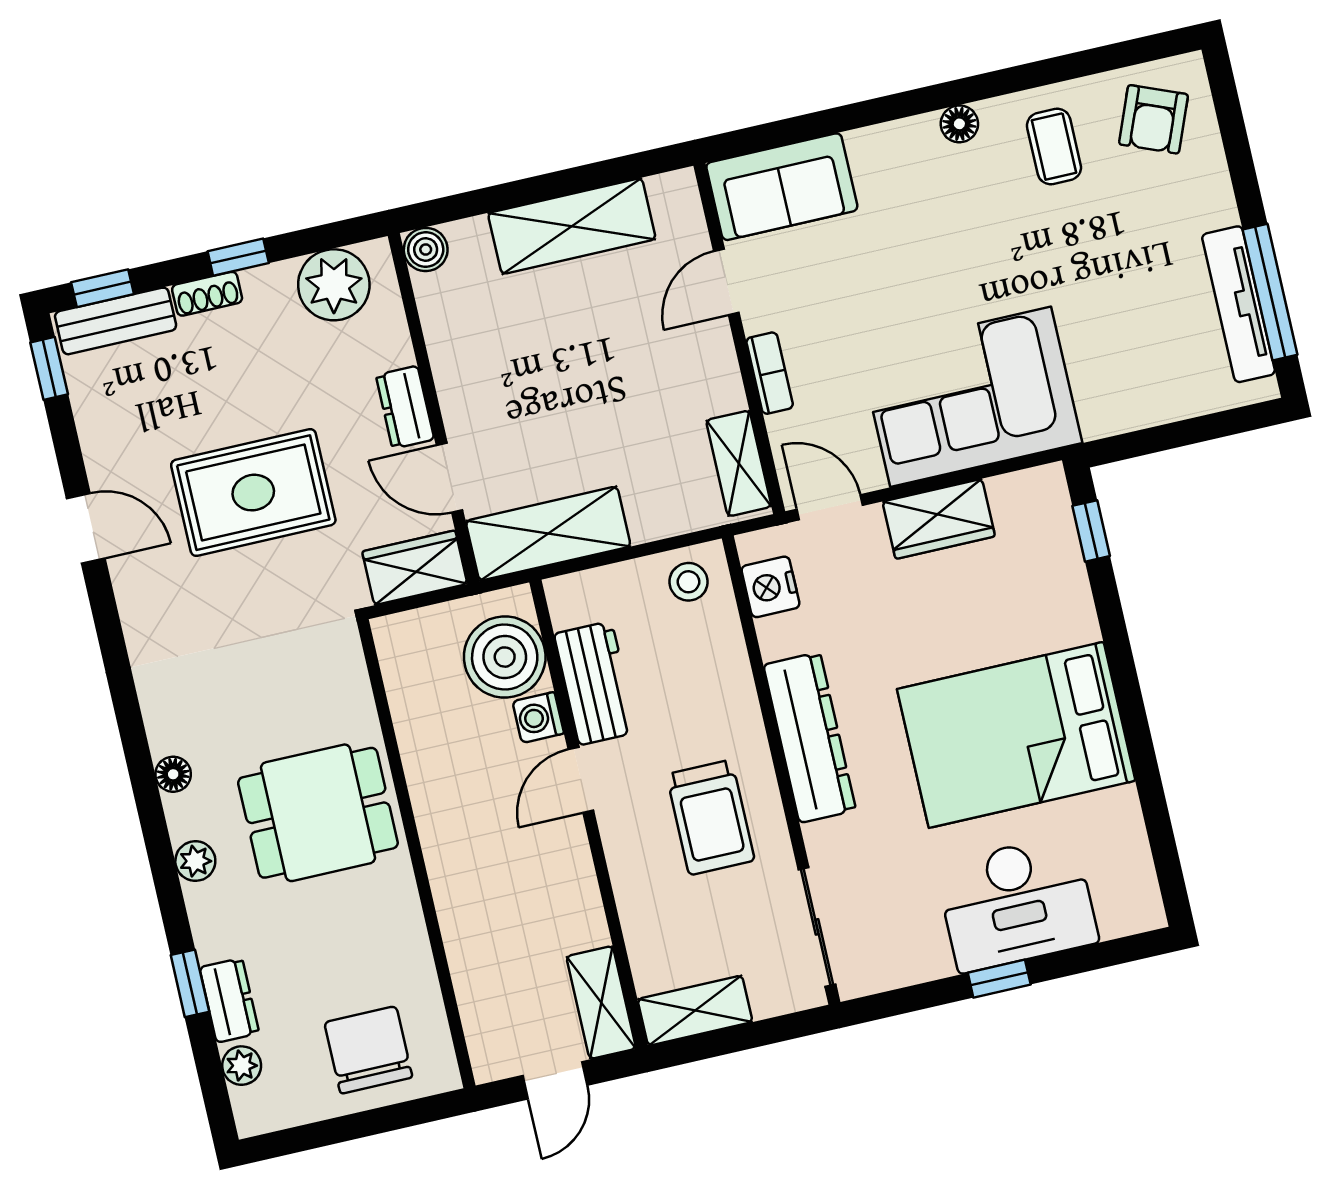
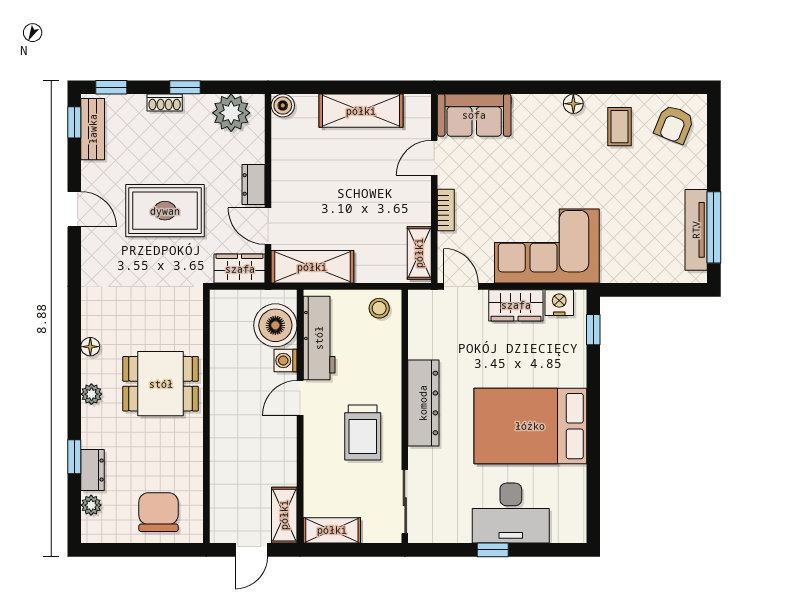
bench: (116, 321) -> (93, 129), moved, turned 90
nightstand: (770, 587) -> (559, 303), moved, turned 90
workbench: (595, 683) -> (319, 338), width x1.37

